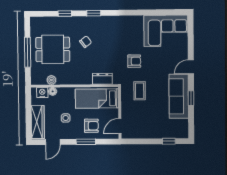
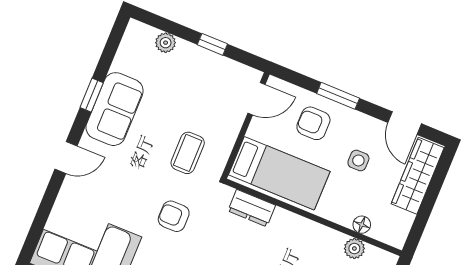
nightstand: (42, 93) -> (384, 231), removed
sofa: (179, 96) -> (115, 109), width x0.73
plant: (169, 134) -> (166, 43), added
window: (169, 141) -> (212, 44), moved
door: (53, 142) -> (405, 123), swing flipped

